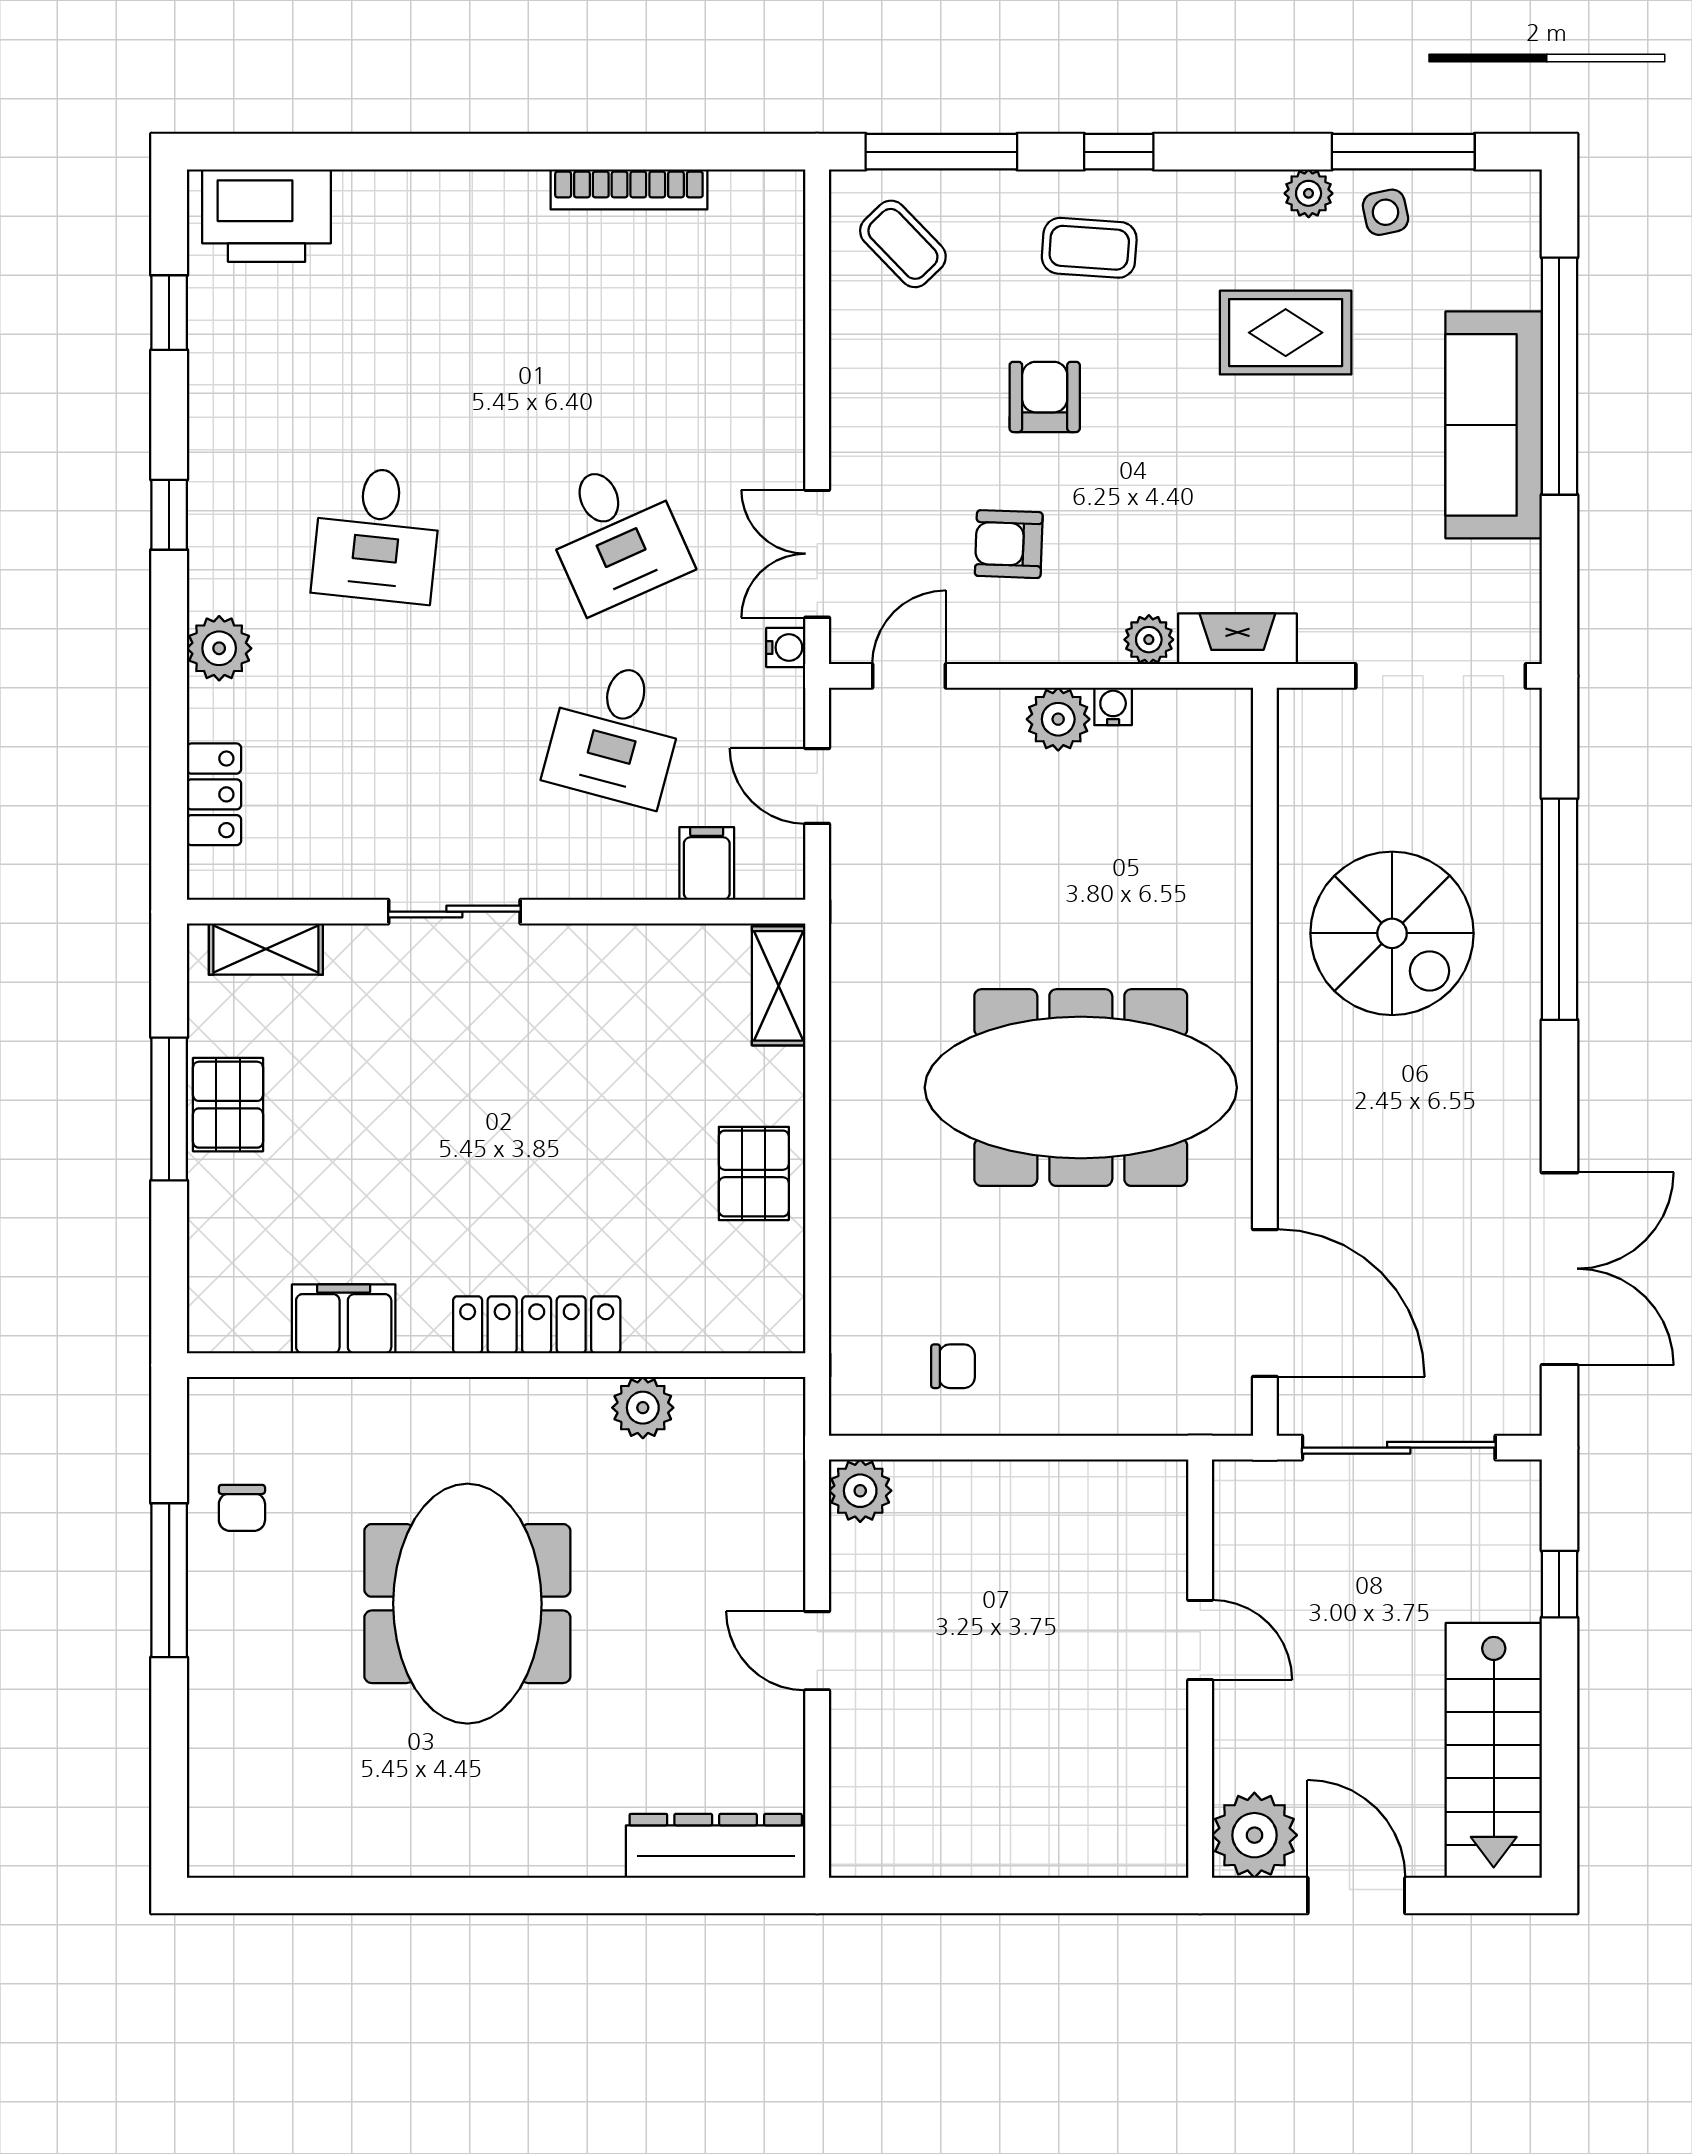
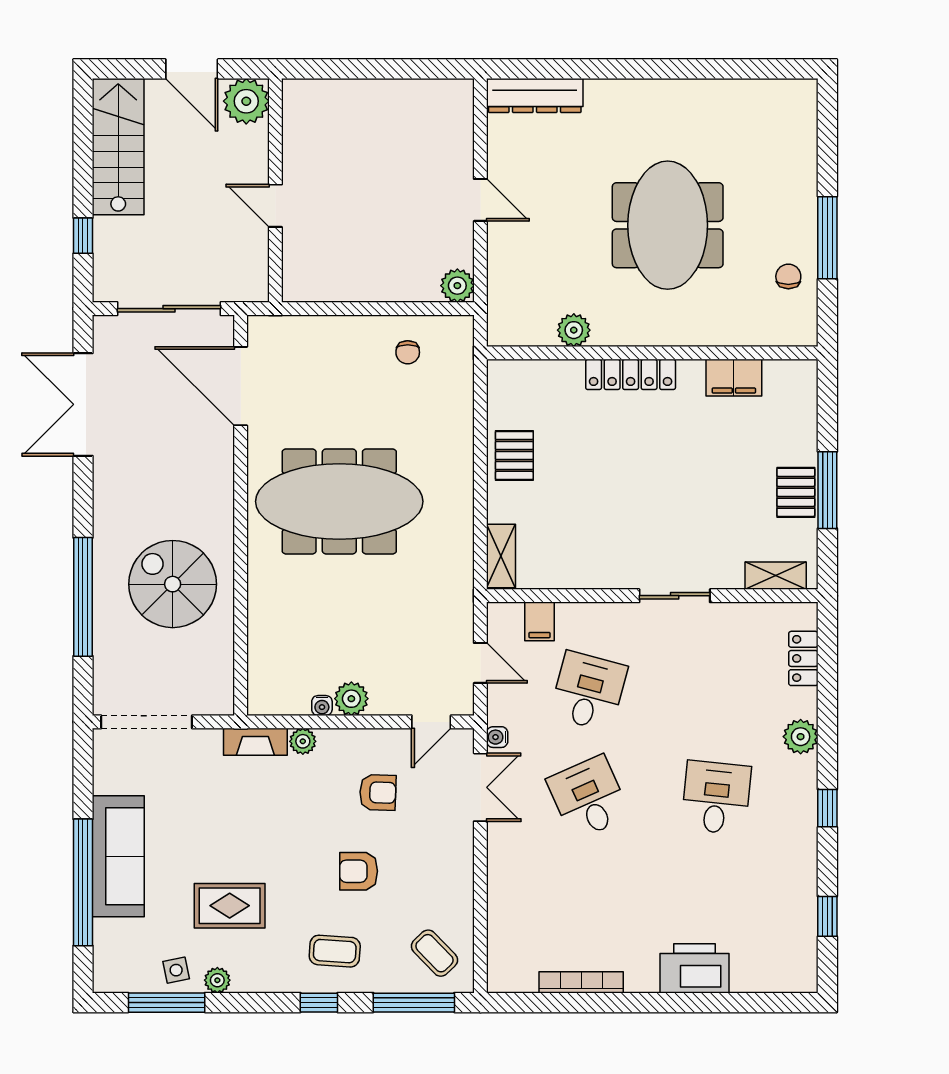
printer: (267, 216) -> (695, 968), moved
armchair: (1045, 397) -> (359, 871), turned 90
chair: (953, 1366) -> (408, 352), turned -90

